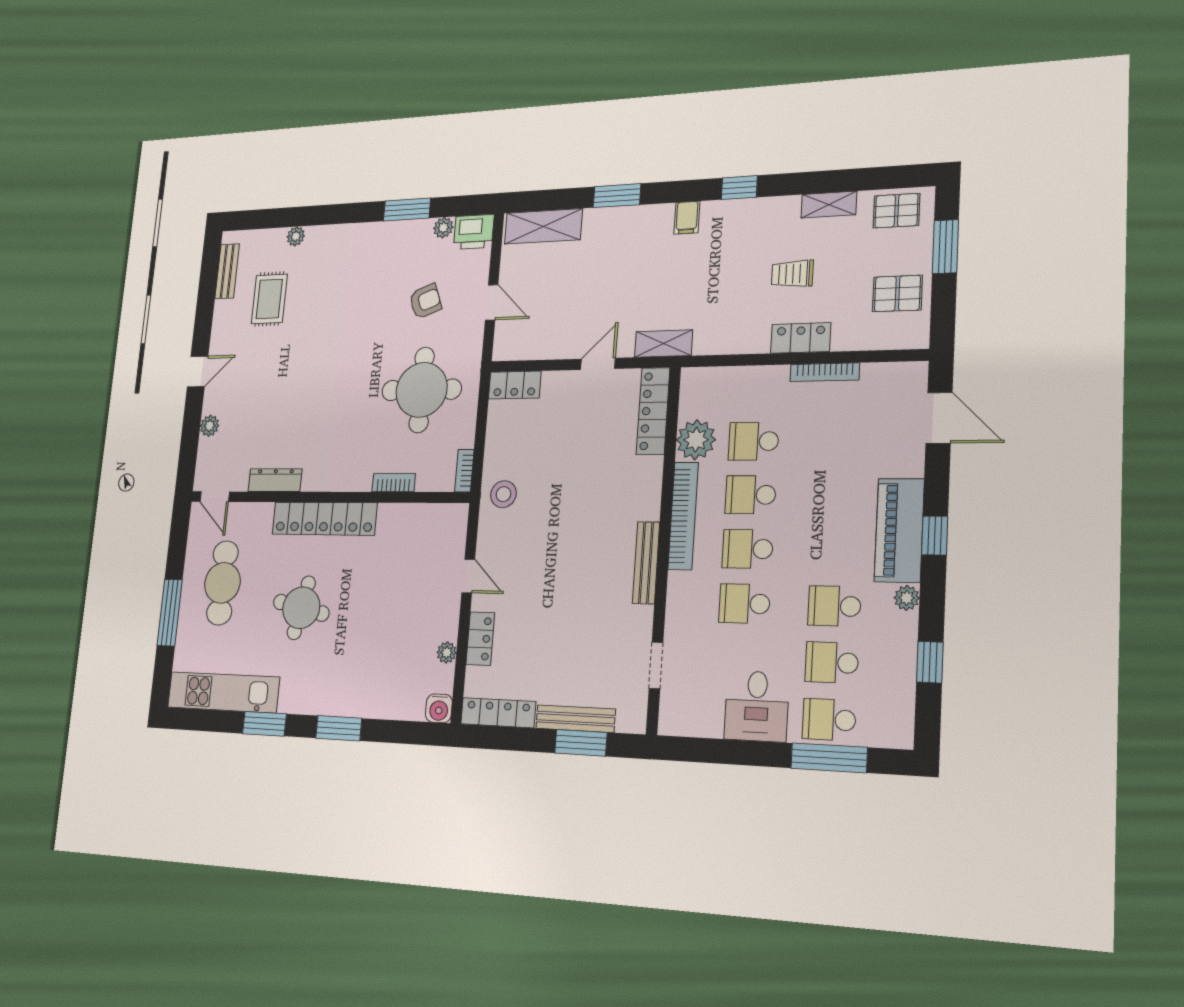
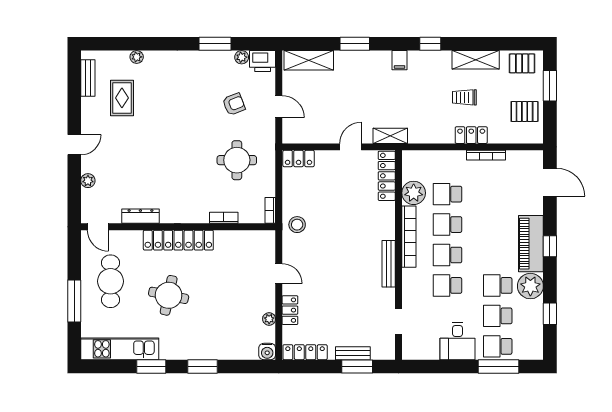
shelving: (829, 205) -> (476, 60), width x1.50, depth x1.33
round table: (422, 390) -> (237, 160), width x0.73, depth x0.73
plant: (907, 598) -> (530, 286), width x1.87, depth x1.87
bench: (576, 719) -> (353, 353), width x0.73

